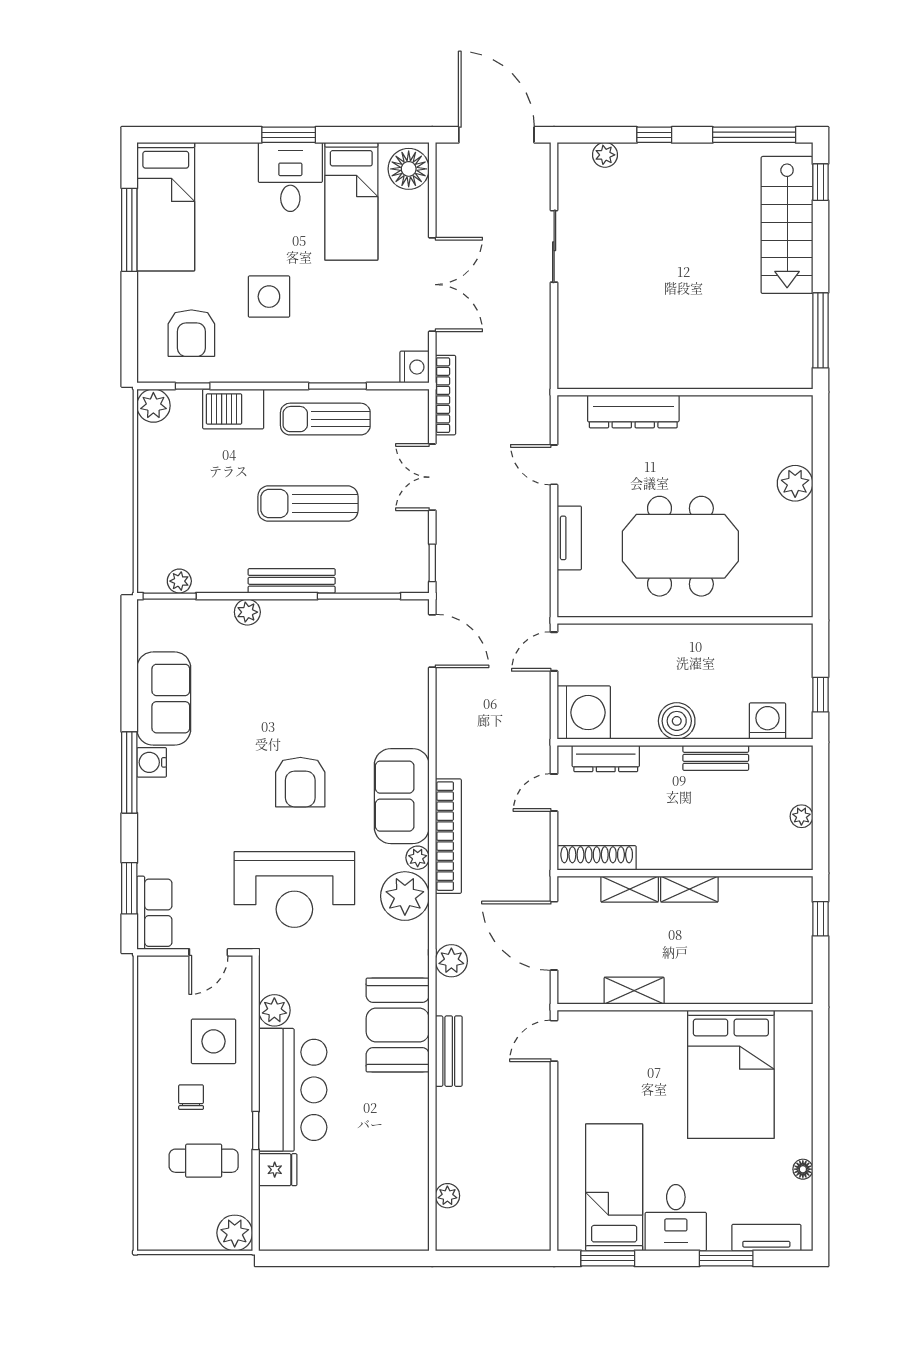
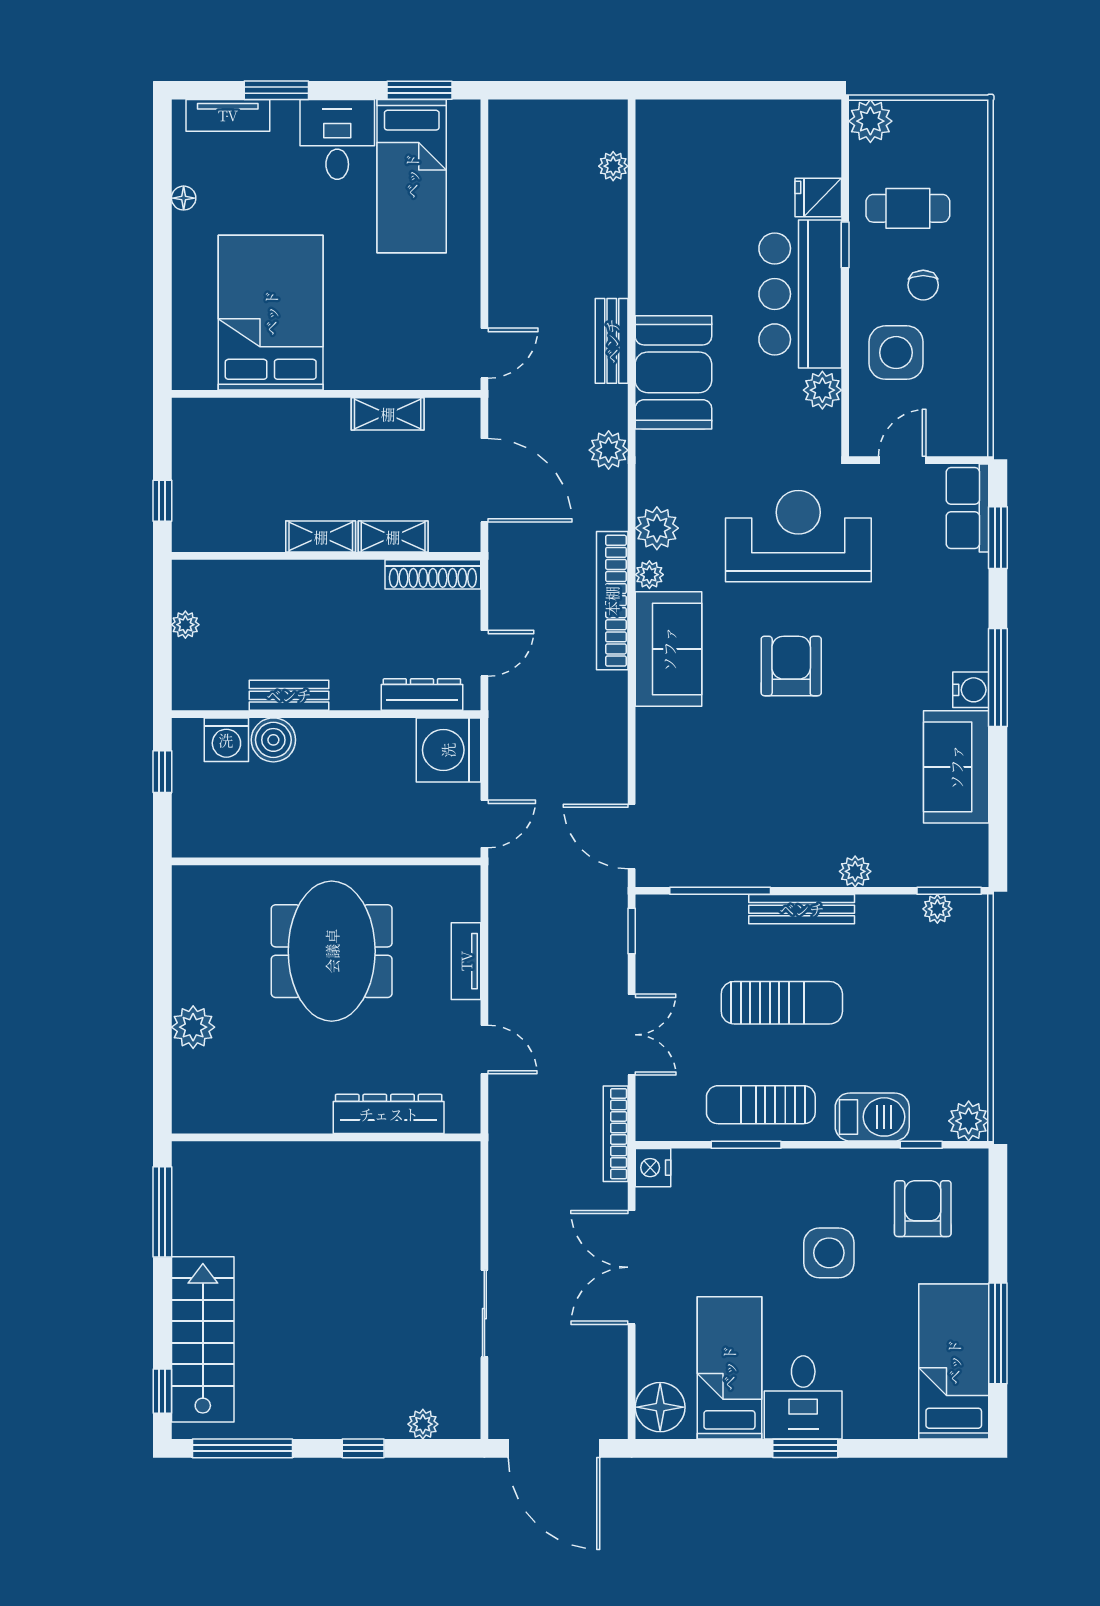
sun lounger: (325, 419) -> (761, 1105), turned 180
meeting table: (680, 546) -> (332, 951), turned 90
boiler: (677, 721) -> (273, 740), moved
plant: (405, 896) -> (657, 528), width x0.73, depth x0.73

